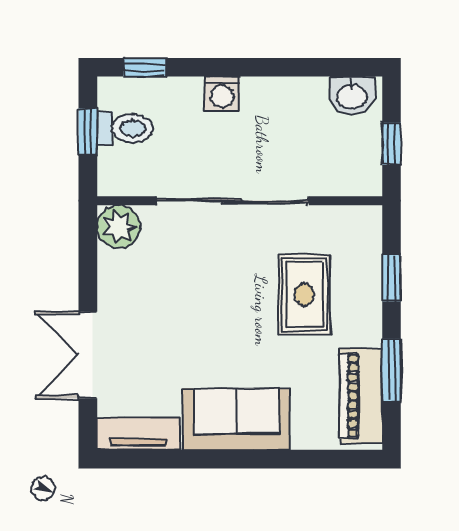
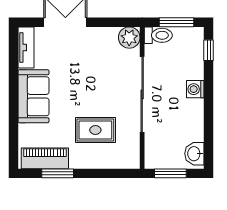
toilet: (125, 128) -> (158, 35), moved, turned -90
window: (88, 132) -> (177, 22), width x1.50
window: (391, 144) -> (170, 173), width x1.50
window: (391, 278) -> (104, 173), removed

